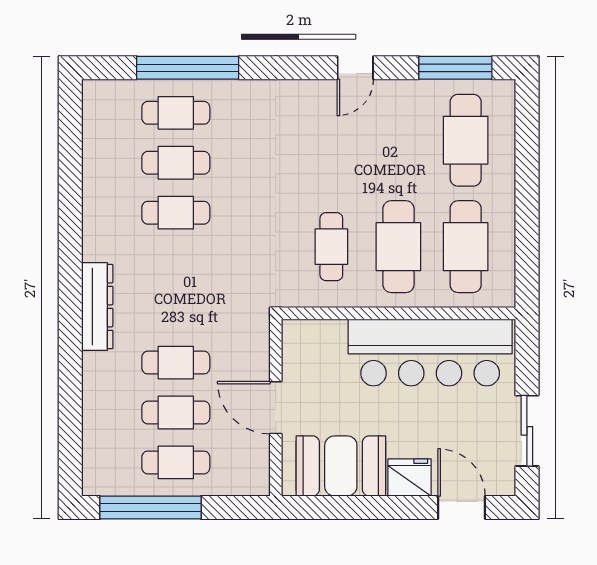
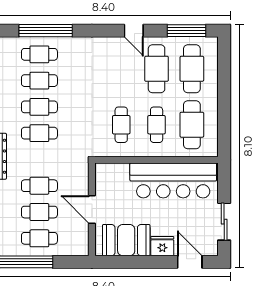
door: (355, 68) -> (134, 31), hinge flipped
cafe table: (398, 140) -> (157, 69), added
cafe table: (398, 247) -> (157, 125), width x0.73, depth x0.74
cafe table: (176, 263) -> (39, 133), added

